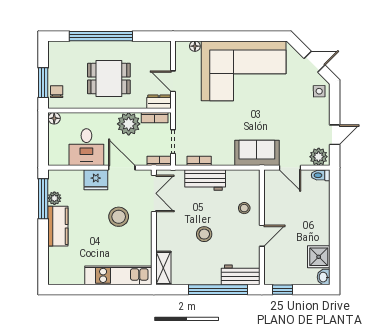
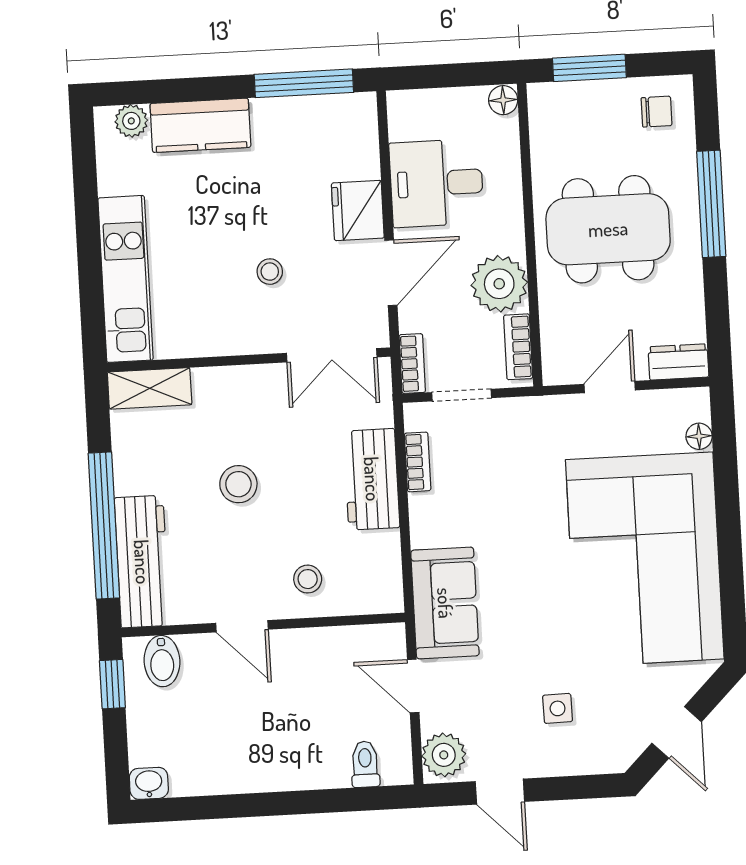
window: (101, 36) -> (711, 204), width x0.68
dining table: (109, 79) -> (608, 229), width x1.38
side table: (319, 91) -> (558, 708), moved
chair: (57, 92) -> (657, 112), moved
dresser: (159, 102) -> (678, 362), moved, turned -90
door: (290, 168) -> (413, 686), hinge flipped
toilet: (321, 175) -> (365, 764), moved
plant: (54, 198) -> (131, 121), moved
stool: (119, 217) -> (270, 272), width x0.53, depth x0.53
kitchen counter: (58, 226) -> (200, 125), moved
shower: (319, 257) -> (198, 769), removed
bidet: (274, 269) -> (162, 661), added
workbench: (241, 275) -> (142, 562), width x1.38

